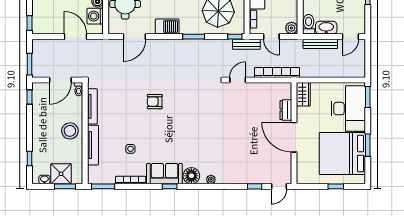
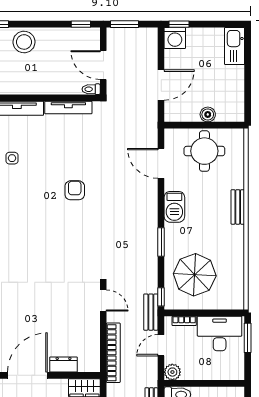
washing machine: (95, 16) -> (175, 38), moved, turned 180
stool: (70, 131) -> (24, 42), moved

